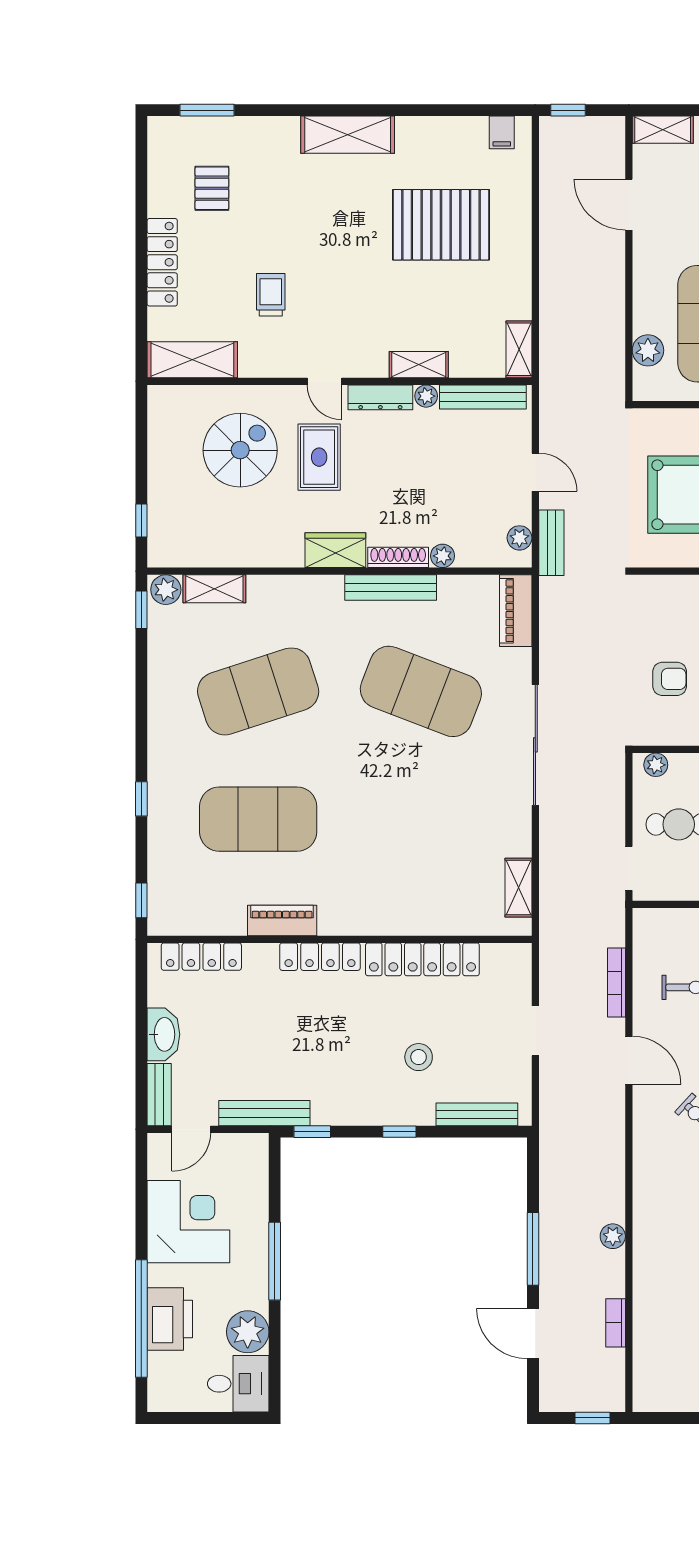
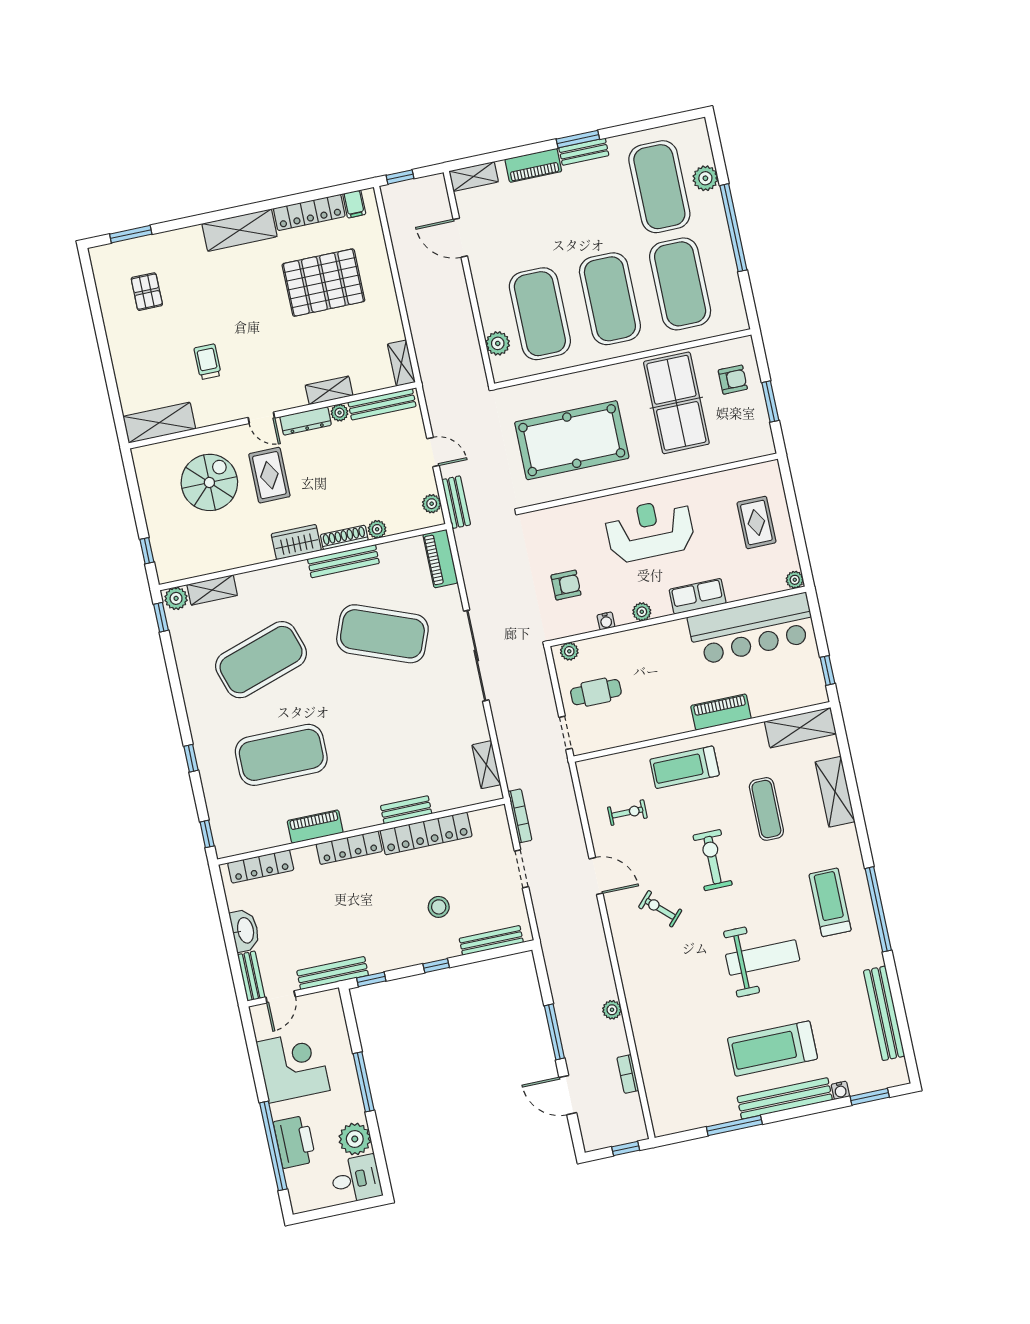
locker: (162, 262) -> (309, 212), moved, turned 90
bench: (403, 924) -> (406, 810), added
bookcase: (616, 983) -> (520, 816), moved, turned 180

